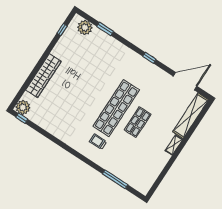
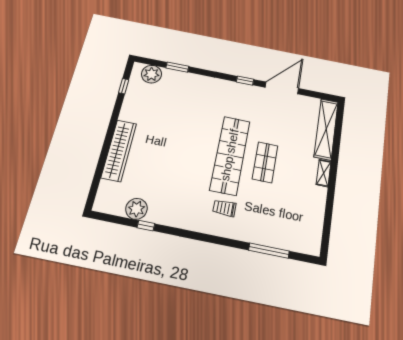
door: (185, 81) -> (282, 88), moved
plant: (23, 107) -> (136, 209), moved
window: (22, 118) -> (146, 226), moved

